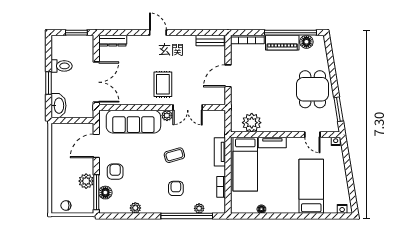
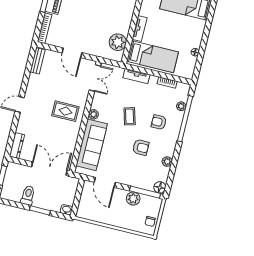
washbasin: (58, 106) -> (66, 210), width x0.52, depth x0.69
double door: (188, 108) -> (95, 78), moved
armchair: (115, 172) -> (141, 147), moved, turned 180
floor lamp: (105, 193) -> (160, 187), moved

